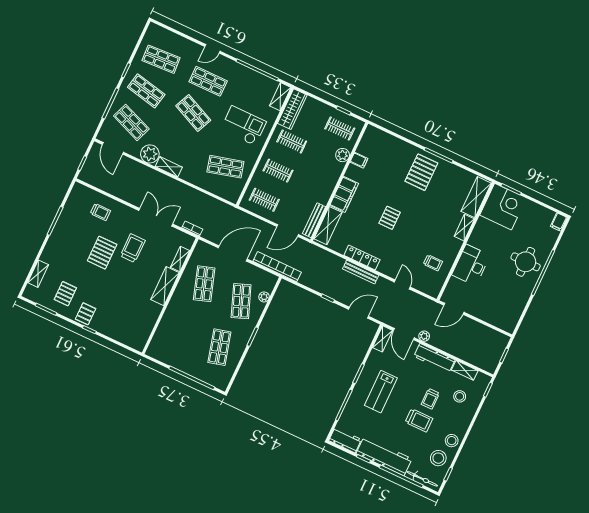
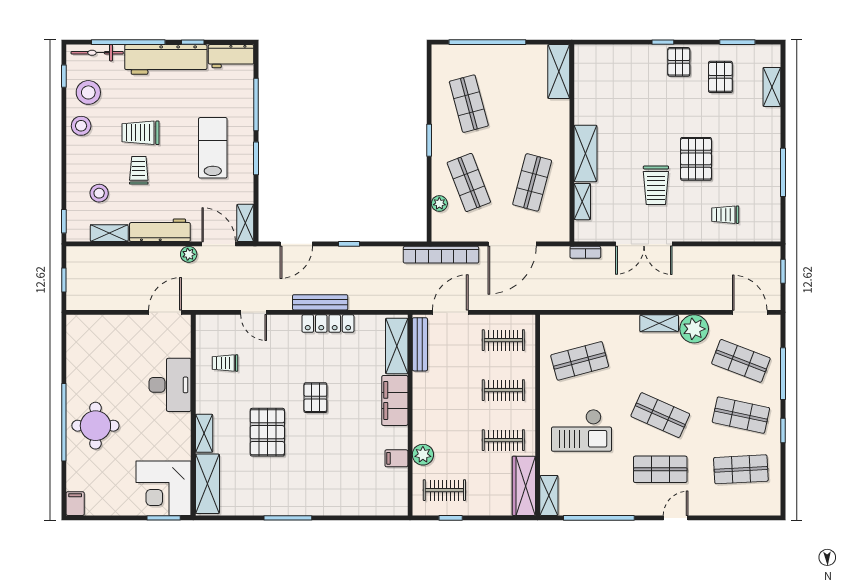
pallet: (421, 172) -> (267, 432), moved
shop shelf: (204, 284) -> (532, 182), turned 33
shelving: (158, 341) -> (559, 72), added

